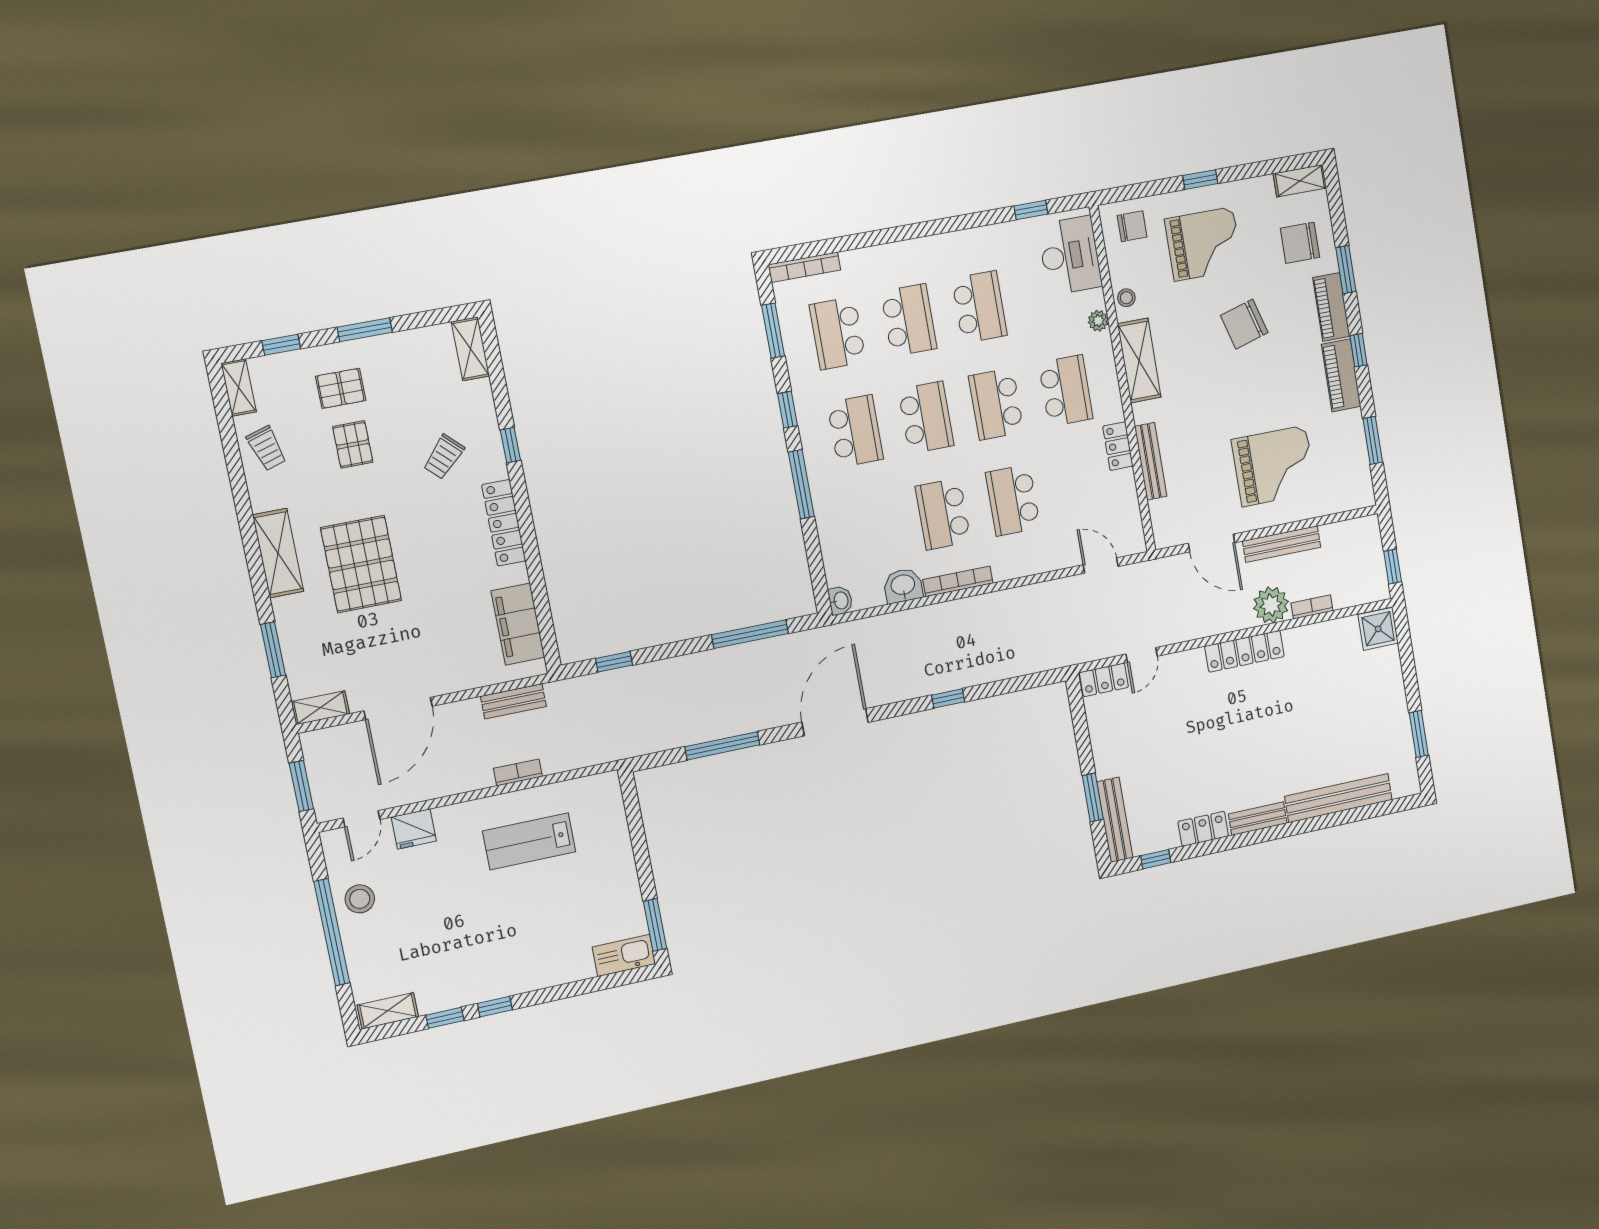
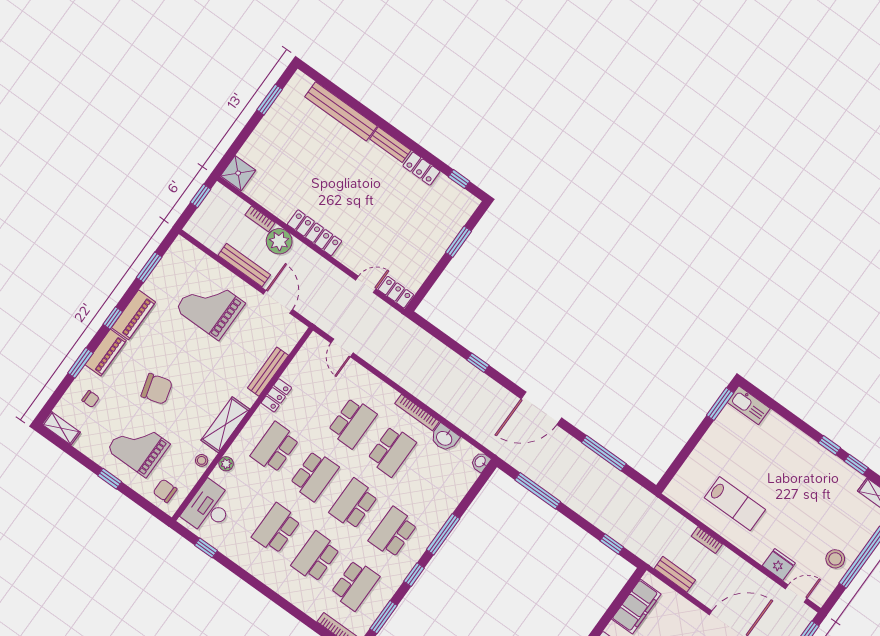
chair: (1300, 243) -> (91, 399), width x0.54, depth x0.54
bench: (1115, 820) -> (459, 220), removed

